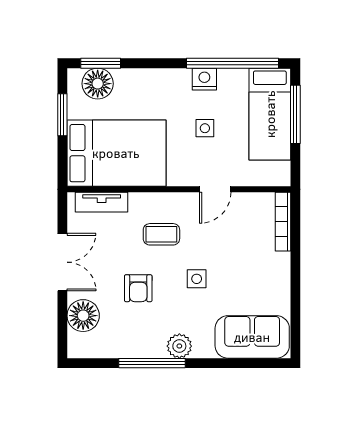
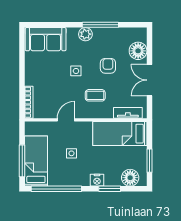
window: (101, 63) -> (110, 189), moved
nightstand: (204, 79) -> (97, 180), moved
bed: (116, 153) -> (120, 134), width x0.67

